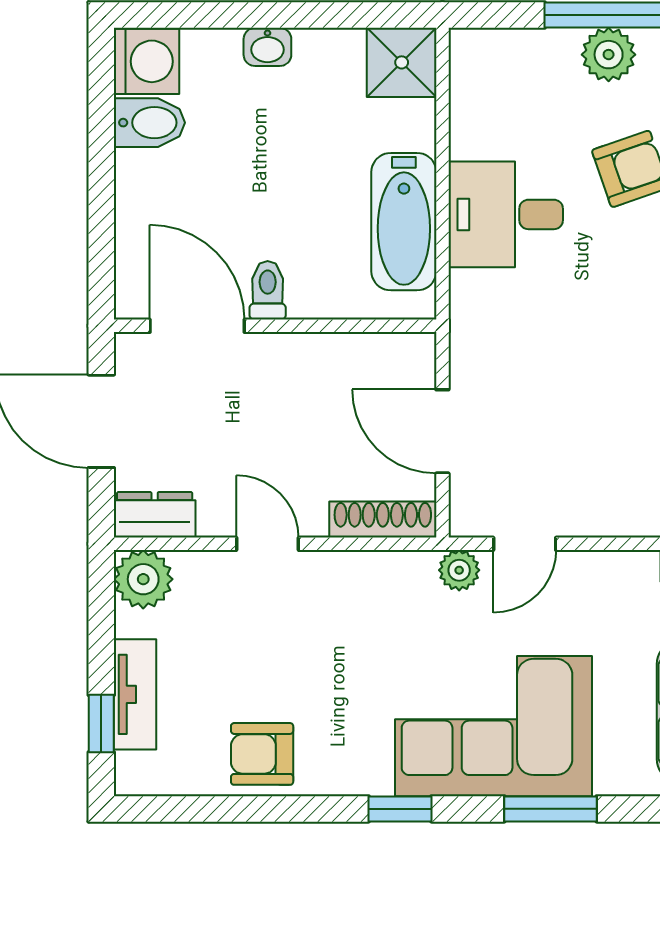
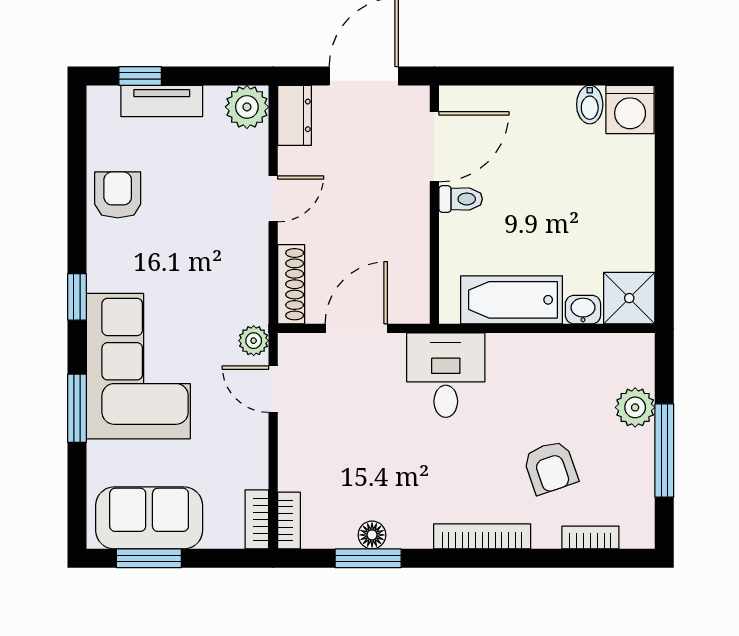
washbasin: (267, 47) -> (583, 310), moved, turned 90
plant: (609, 55) -> (635, 407), moved
bidet: (149, 123) -> (590, 105), width x0.72, depth x0.74
desk: (506, 214) -> (446, 375), moved

